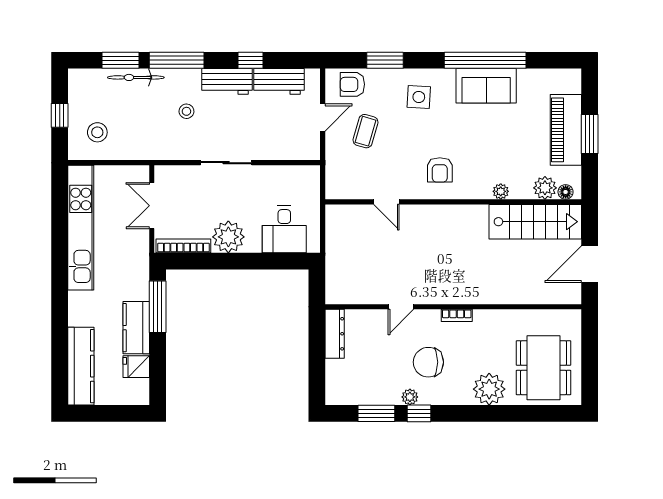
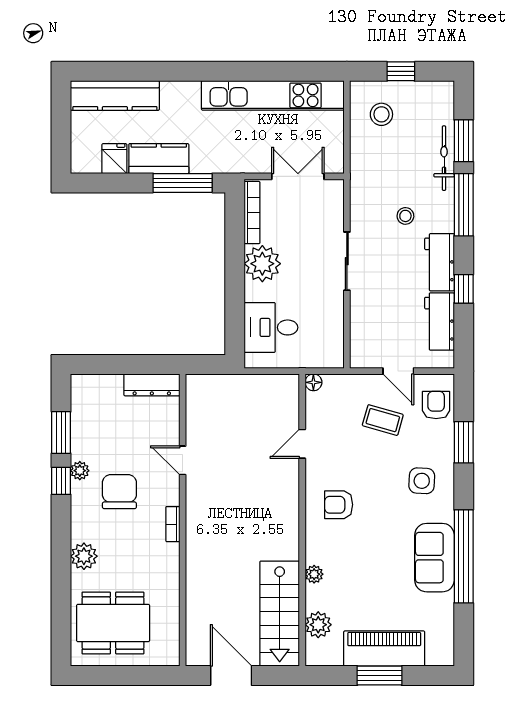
floor lamp: (566, 192) -> (313, 382), moved
plant: (489, 389) -> (84, 556), width x0.73, depth x0.73

